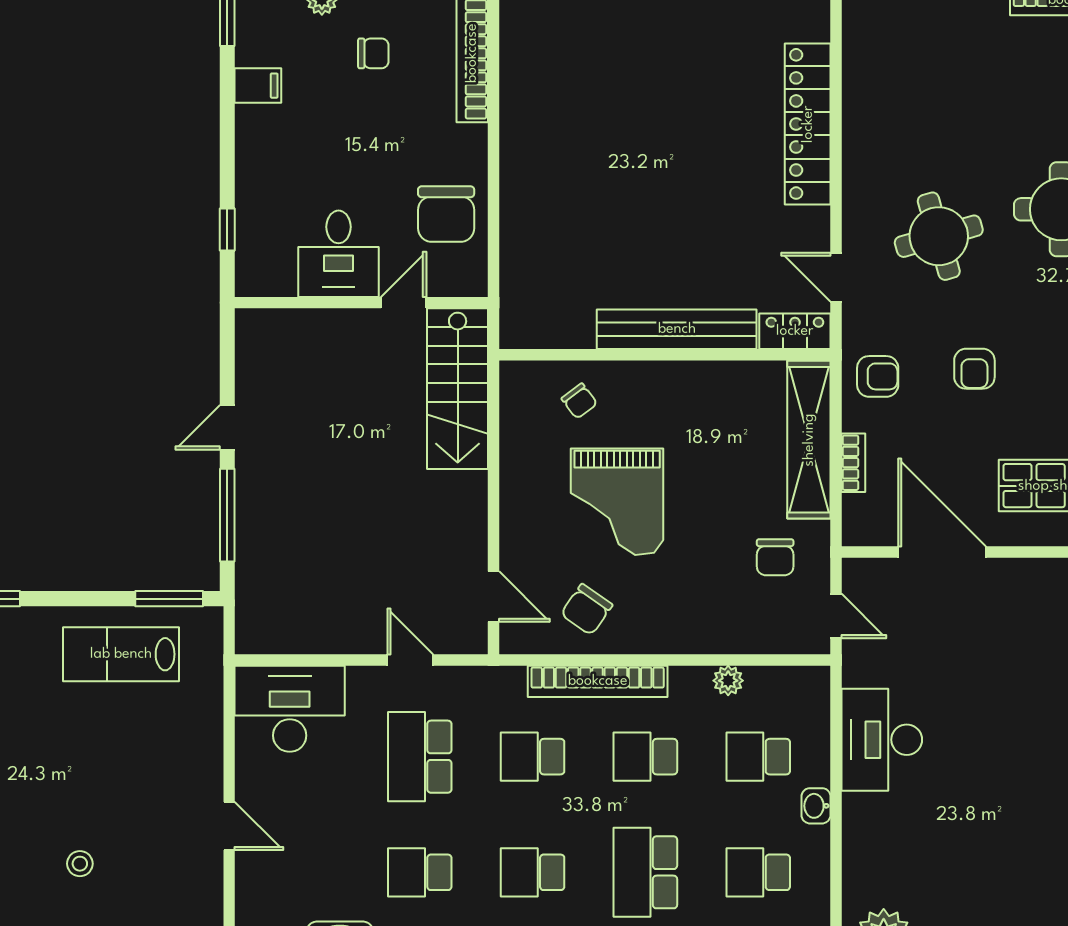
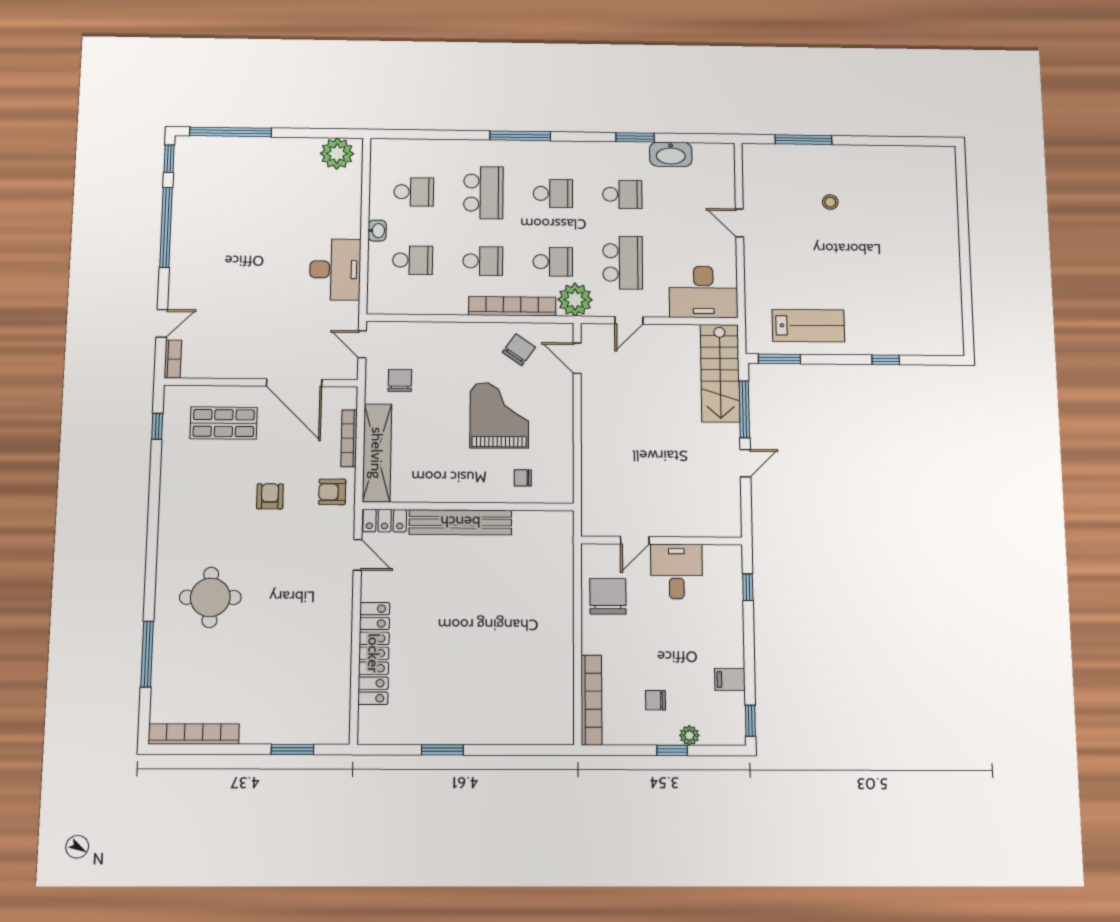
round table: (939, 236) -> (290, 581), removed
stairs: (458, 389) -> (720, 373), moved, turned 180
chair: (579, 401) -> (523, 478), turned -53
bookcase: (853, 463) -> (349, 438), width x1.56
door: (410, 660) -> (629, 320), hinge flipped
plant: (728, 681) -> (575, 300), moved, width x1.87, depth x1.87

